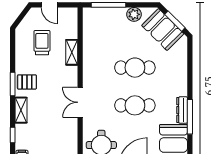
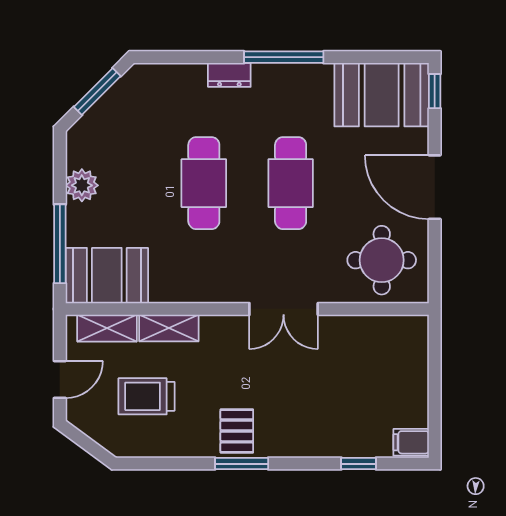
booth: (163, 30) -> (107, 276), moved, turned 45
shelving: (21, 110) -> (107, 328), moved
dresser: (182, 110) -> (229, 75), moved, width x0.70
window: (190, 117) -> (284, 57), moved

